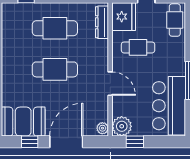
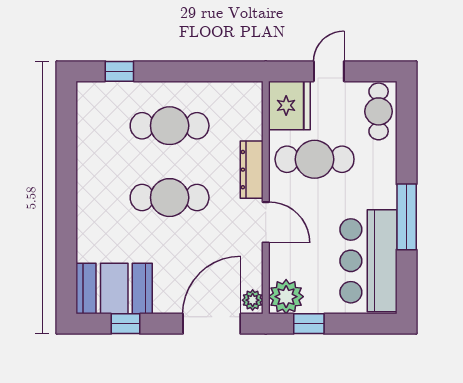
dresser: (102, 22) -> (252, 170), moved
cafe table: (138, 47) -> (315, 159), width x1.37, depth x1.35
door: (66, 142) -> (212, 324), moved

